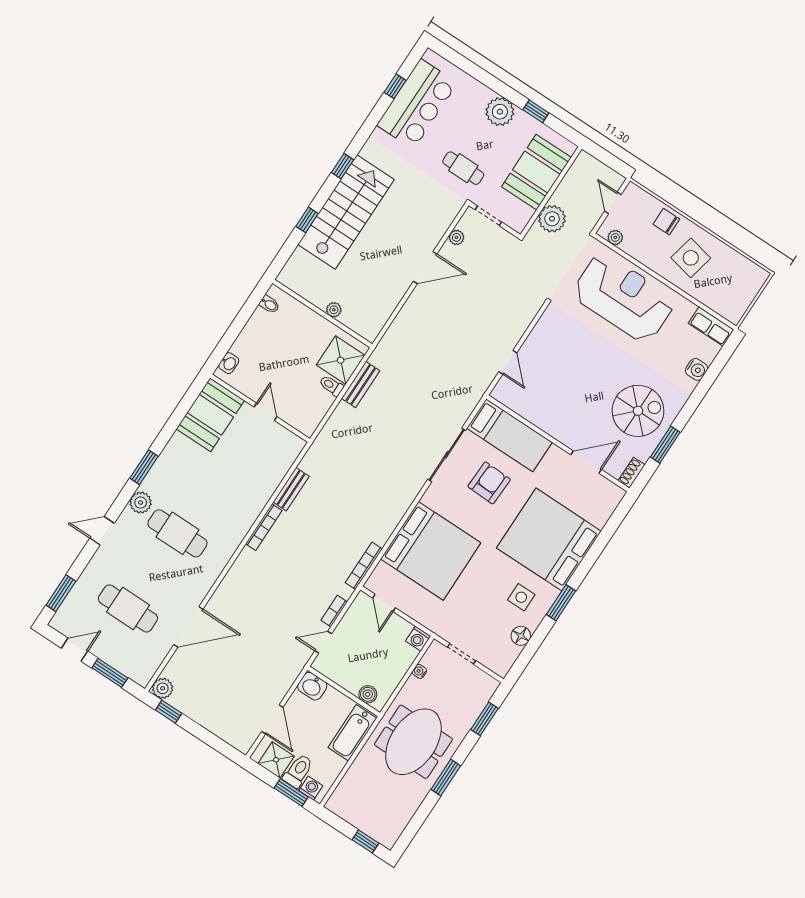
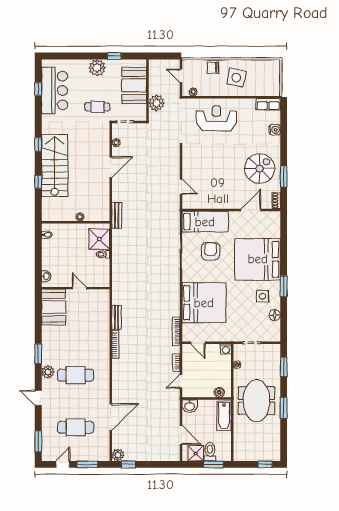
reception desk: (624, 298) -> (216, 118), width x0.74, depth x0.77
bench: (361, 385) -> (117, 215), moved
door: (102, 531) -> (38, 398), hinge flipped
washing machine: (311, 788) -> (222, 456), removed

